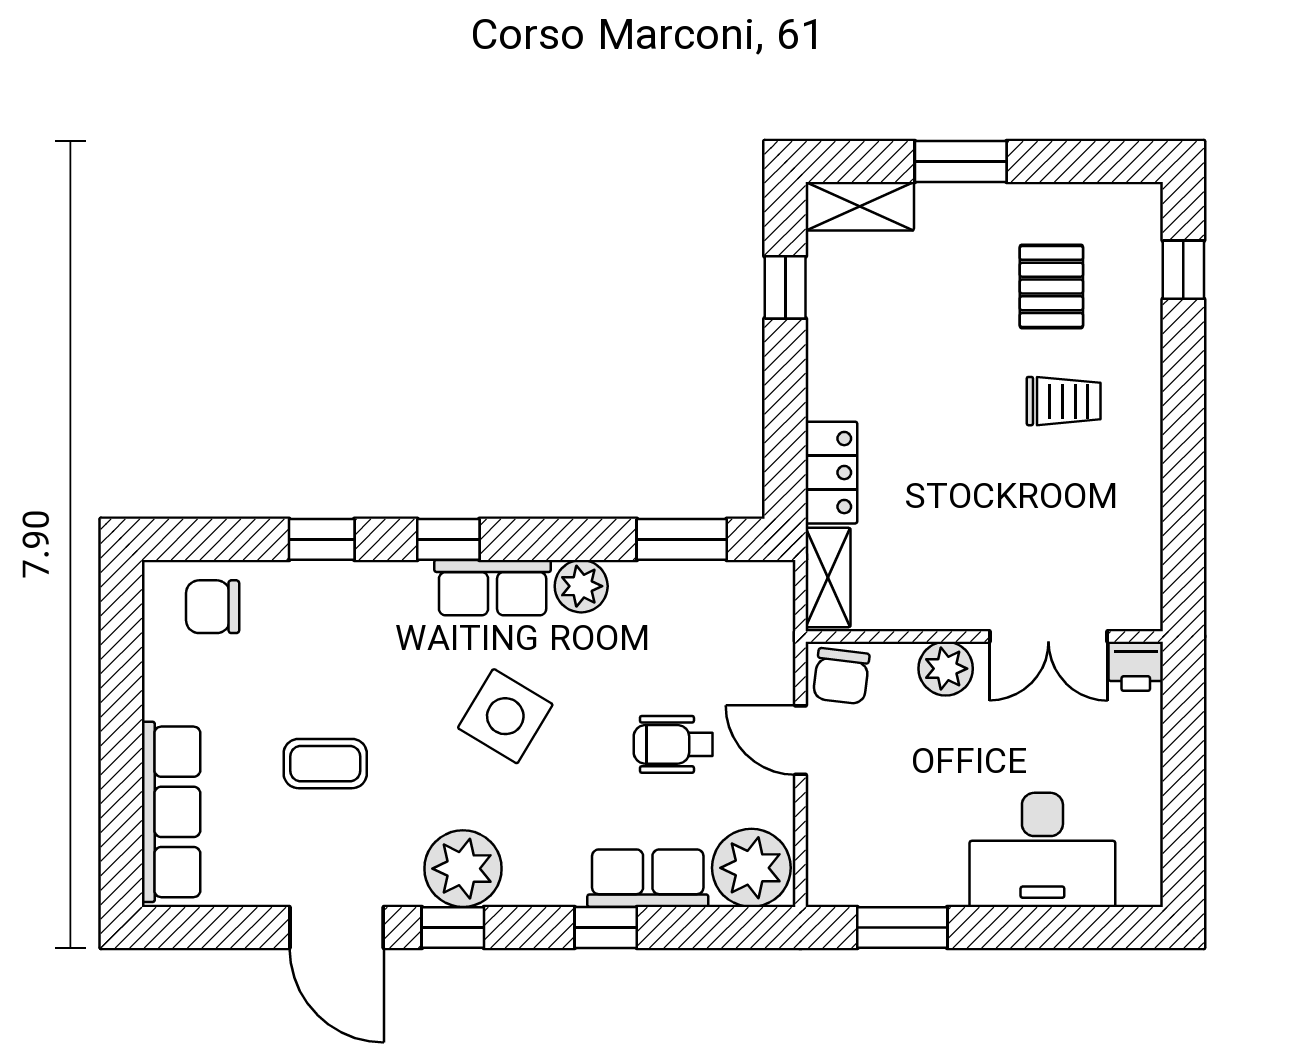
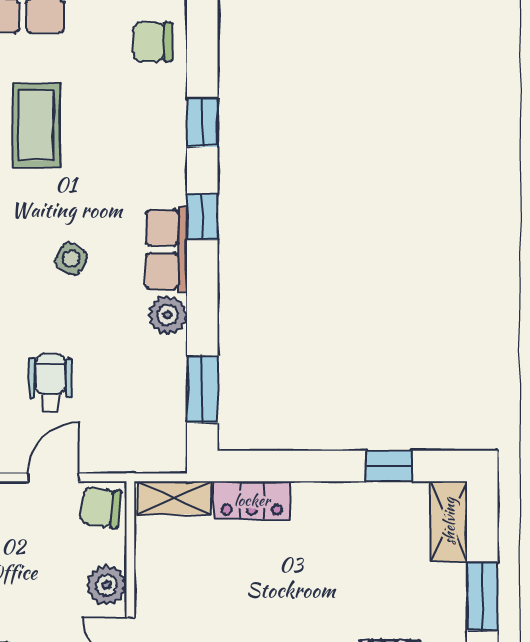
chair: (213, 607) -> (152, 42), turned -90
side table: (505, 716) -> (71, 259), width x0.54, depth x0.54
coffee table: (325, 764) -> (36, 125), width x1.36, depth x1.30

